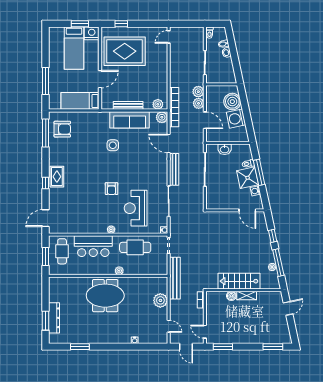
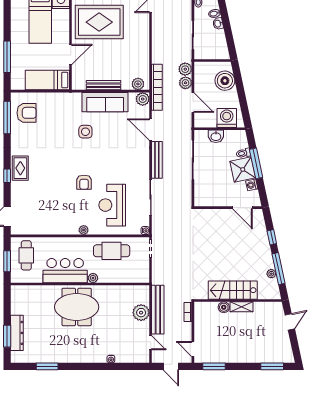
washing machine: (236, 119) -> (227, 118), moved, turned 102
bar counter: (93, 246) -> (65, 271), moved, turned 180
bench: (175, 278) -> (158, 310), moved

